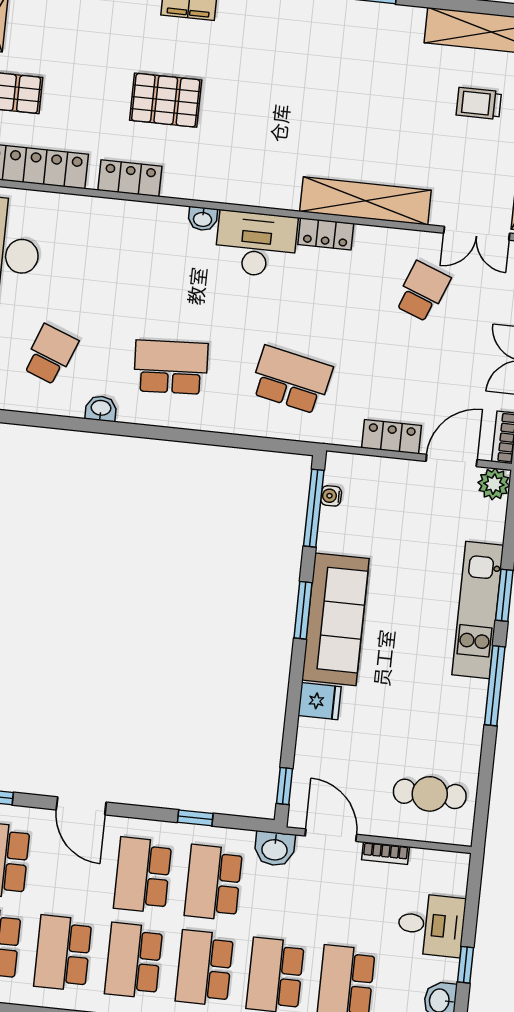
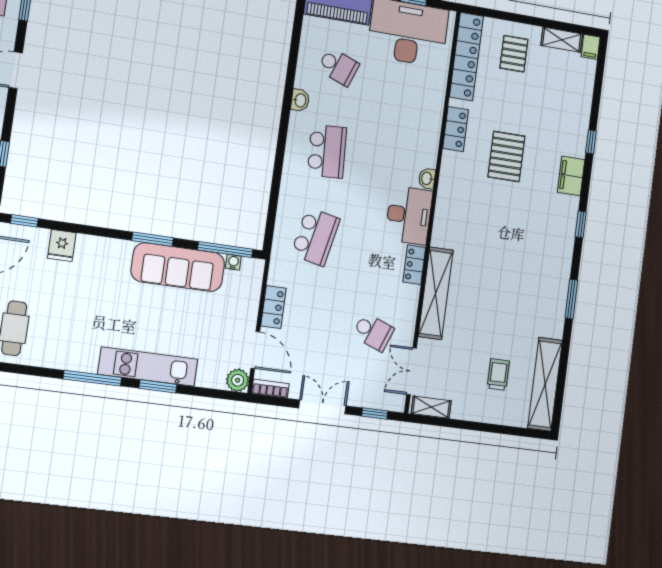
sofa: (335, 619) -> (178, 267), moved
fridge: (320, 701) -> (62, 245), moved

